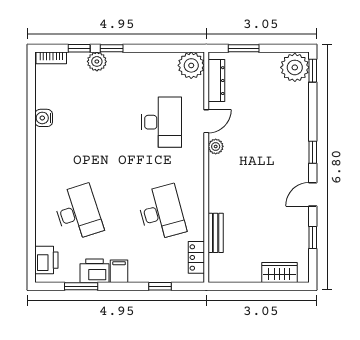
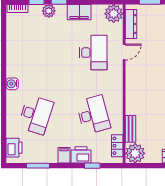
filing cabinet: (141, 63) -> (79, 12), added
water cooler: (44, 118) -> (12, 84), moved
plant: (216, 146) -> (135, 153), moved, width x1.87, depth x1.87
desk: (78, 212) -> (36, 115), turned 36
printer: (95, 271) -> (81, 155), moved

